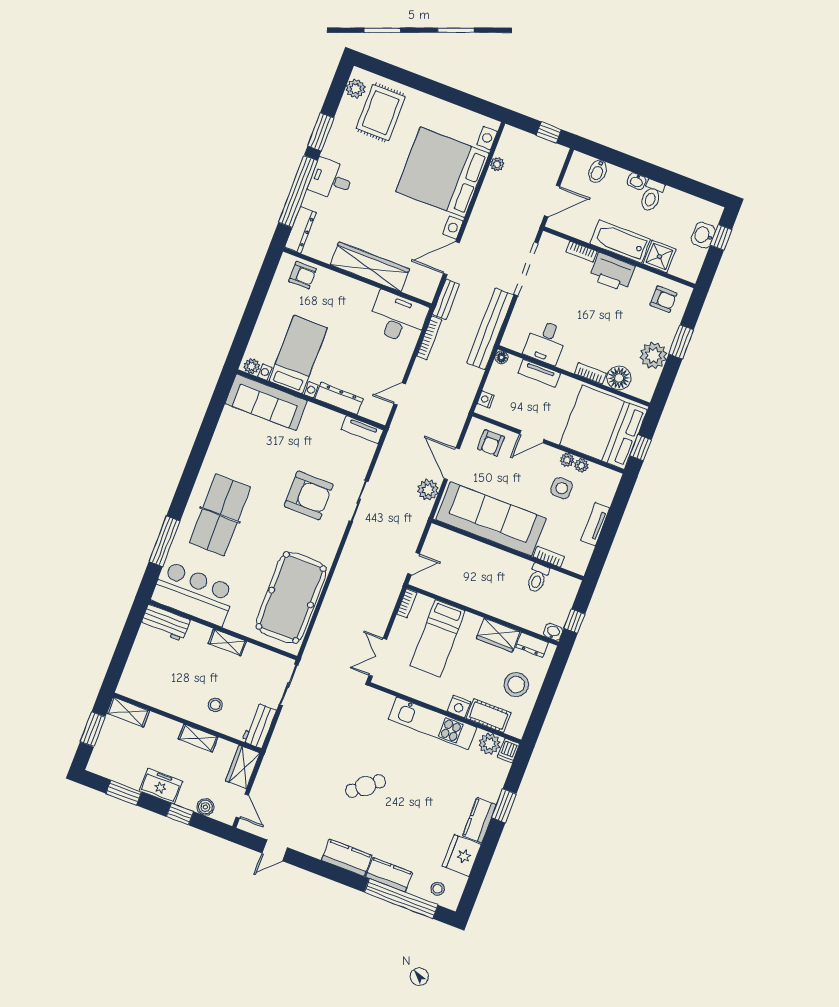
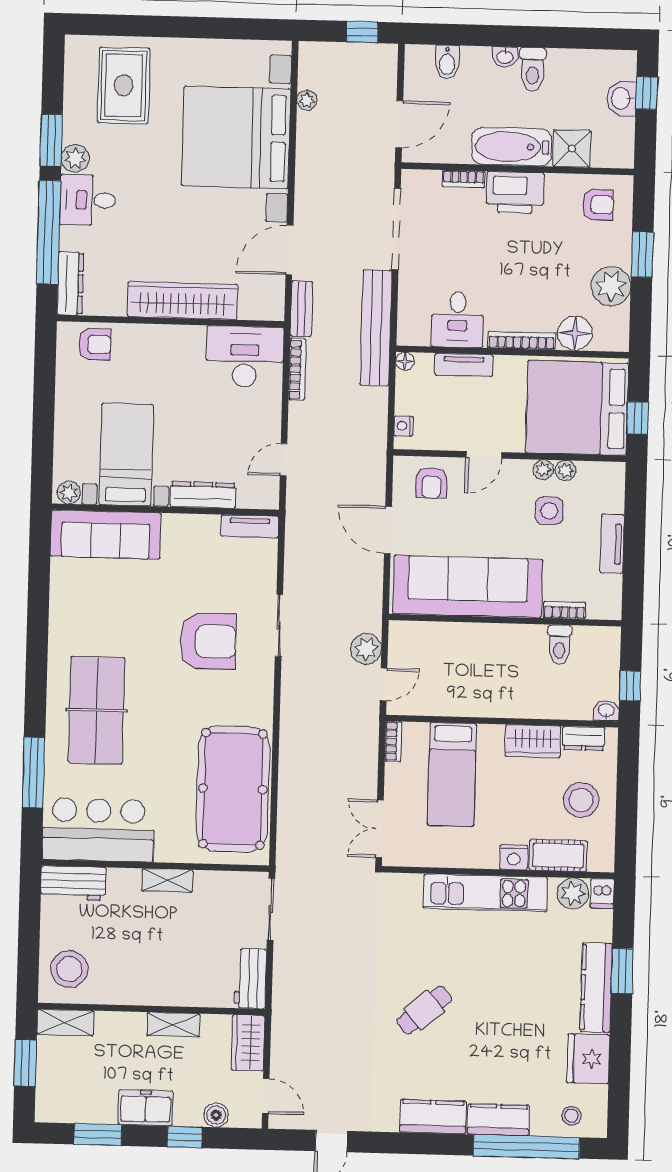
plant: (355, 89) -> (75, 158), moved
bookcase: (590, 373) -> (522, 340), width x1.56
plant: (428, 490) -> (366, 649), moved
stool: (215, 705) -> (69, 969), moved, width x1.89, depth x1.89
kitchen counter: (479, 820) -> (596, 988), width x1.50

